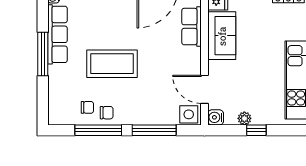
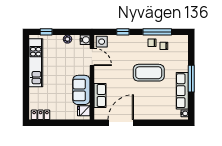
window: (154, 130) -> (123, 32), width x0.46
window: (256, 130) -> (46, 32), moved

